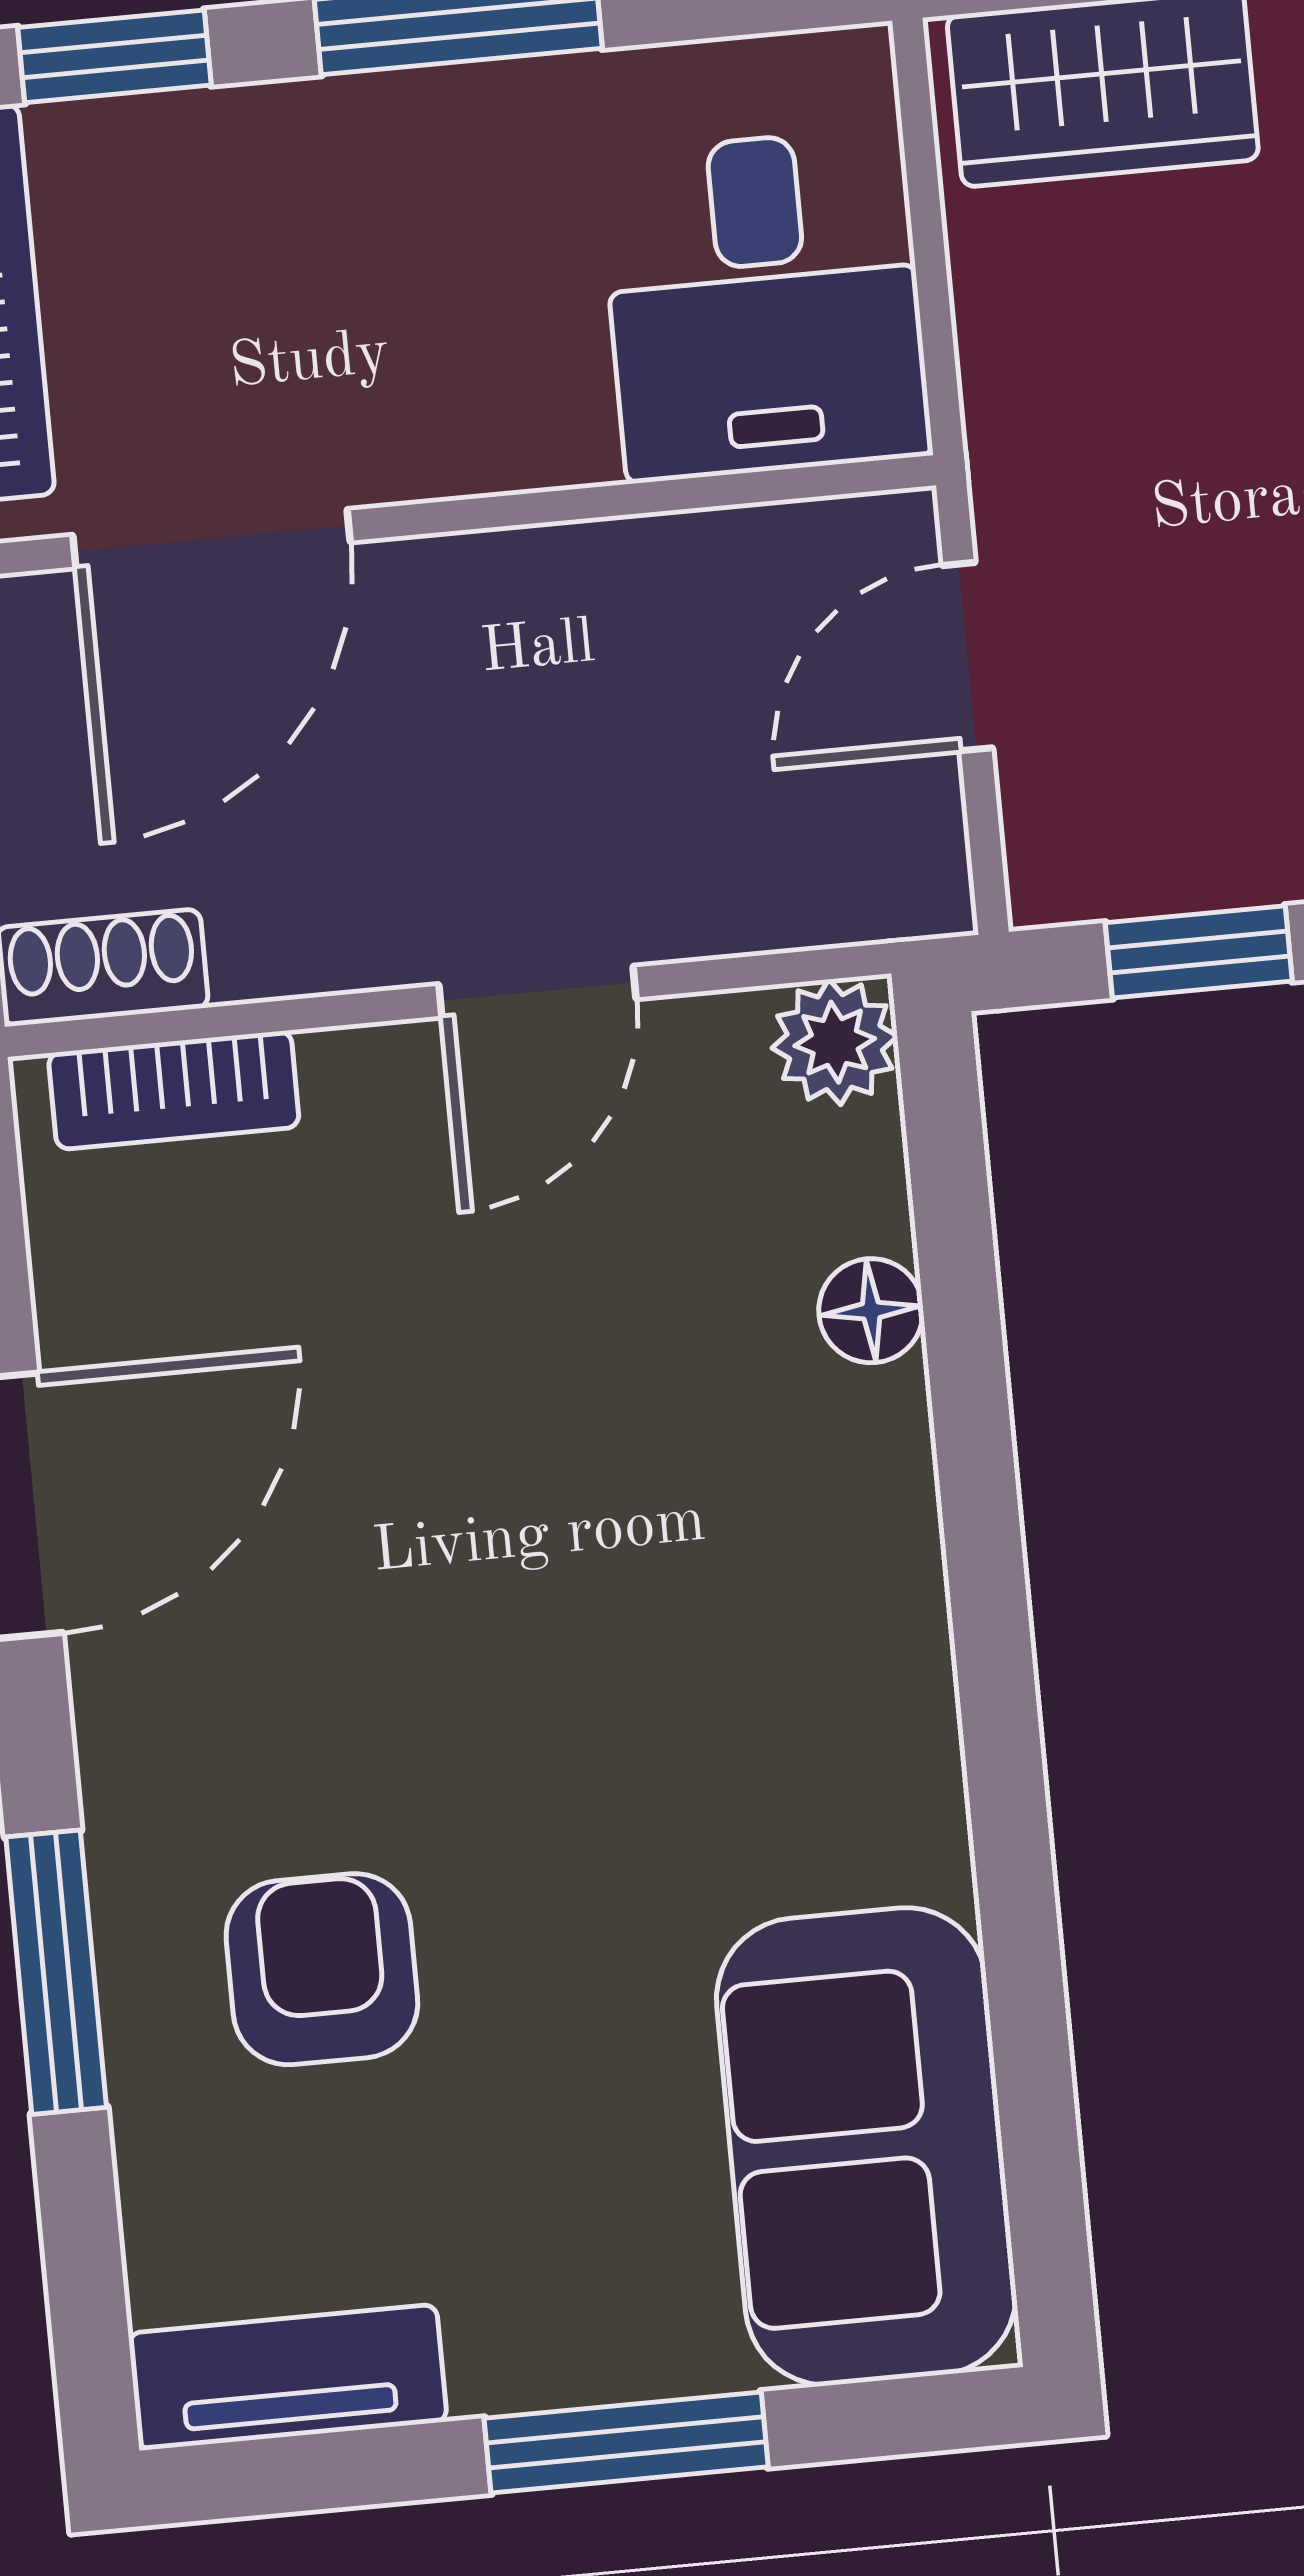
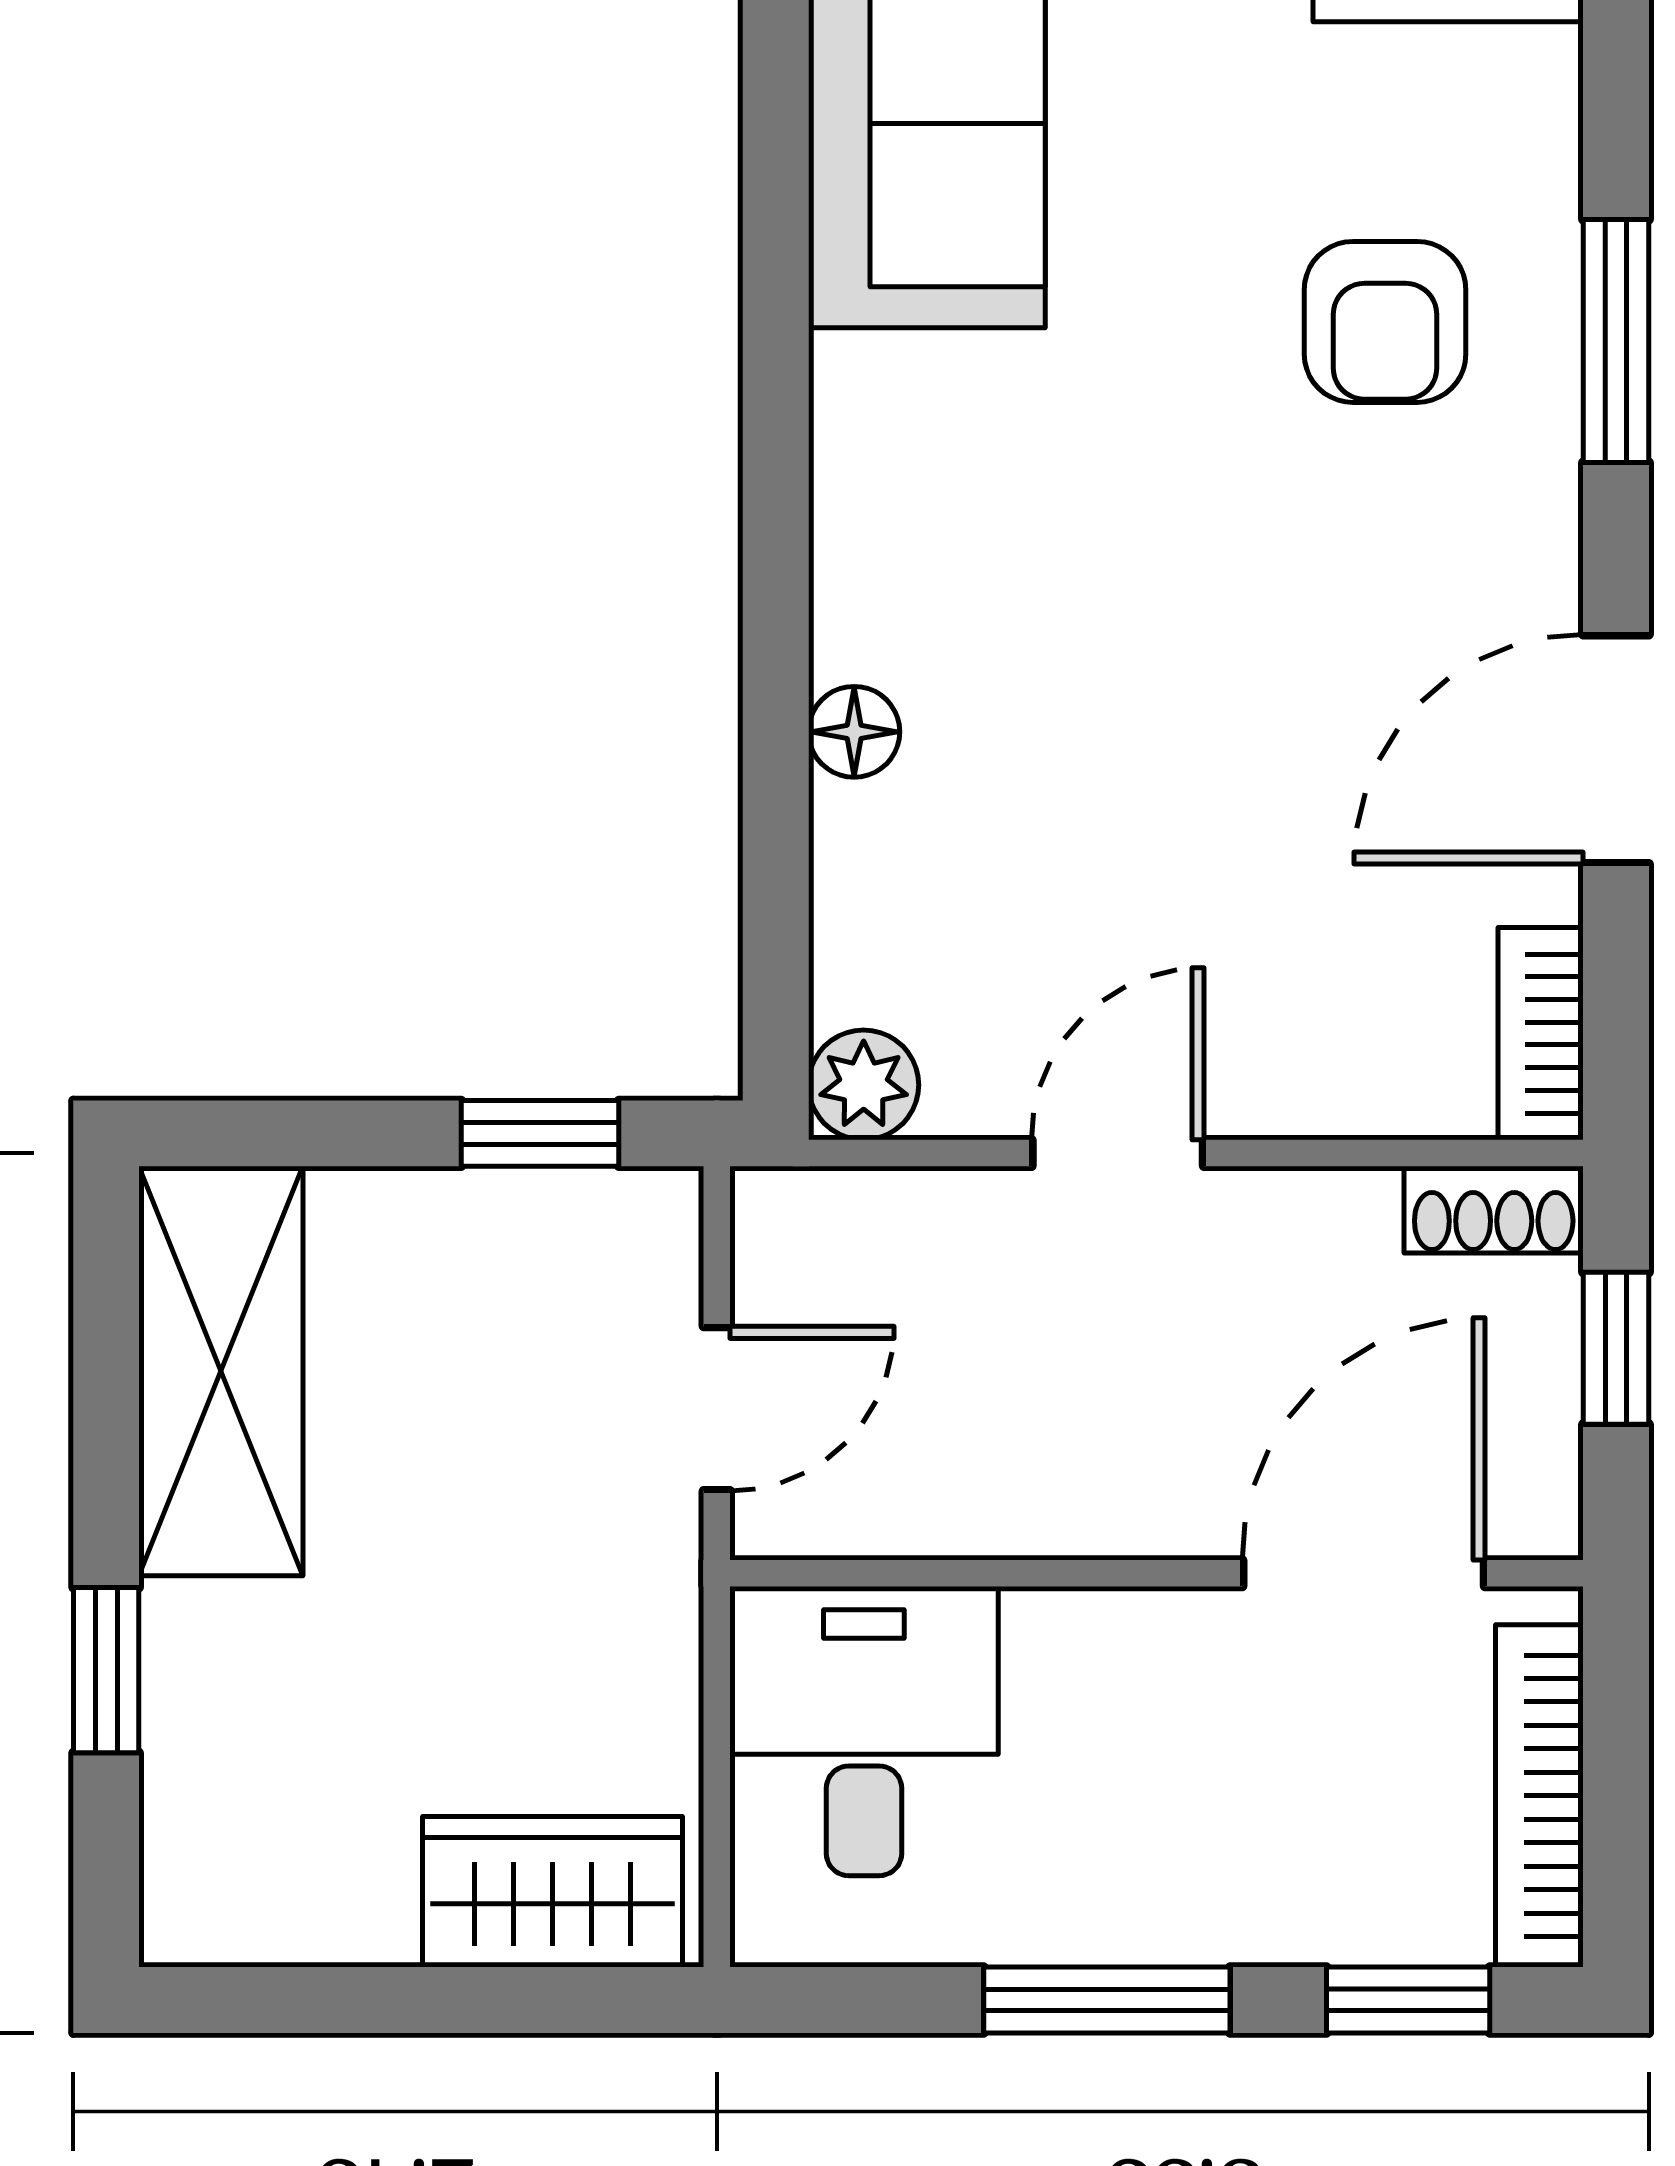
bookcase: (174, 1090) -> (1541, 1034), moved, turned -90
floor lamp: (871, 1311) -> (854, 732), moved

